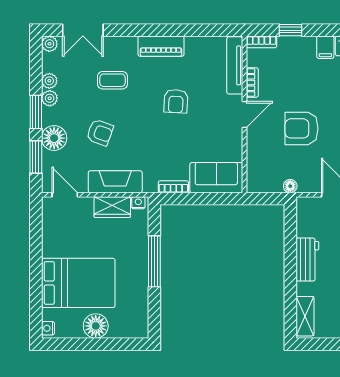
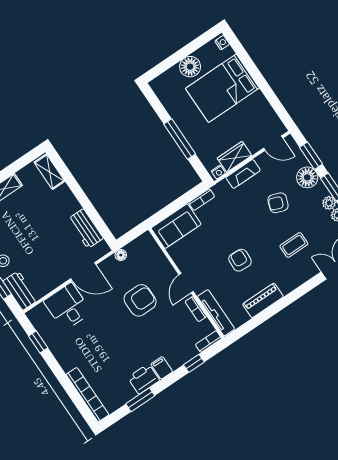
piano: (161, 46) -> (263, 300), moved
fireplace: (115, 182) -> (243, 174), width x0.73, depth x0.76
workbench: (307, 260) -> (86, 229), moved

